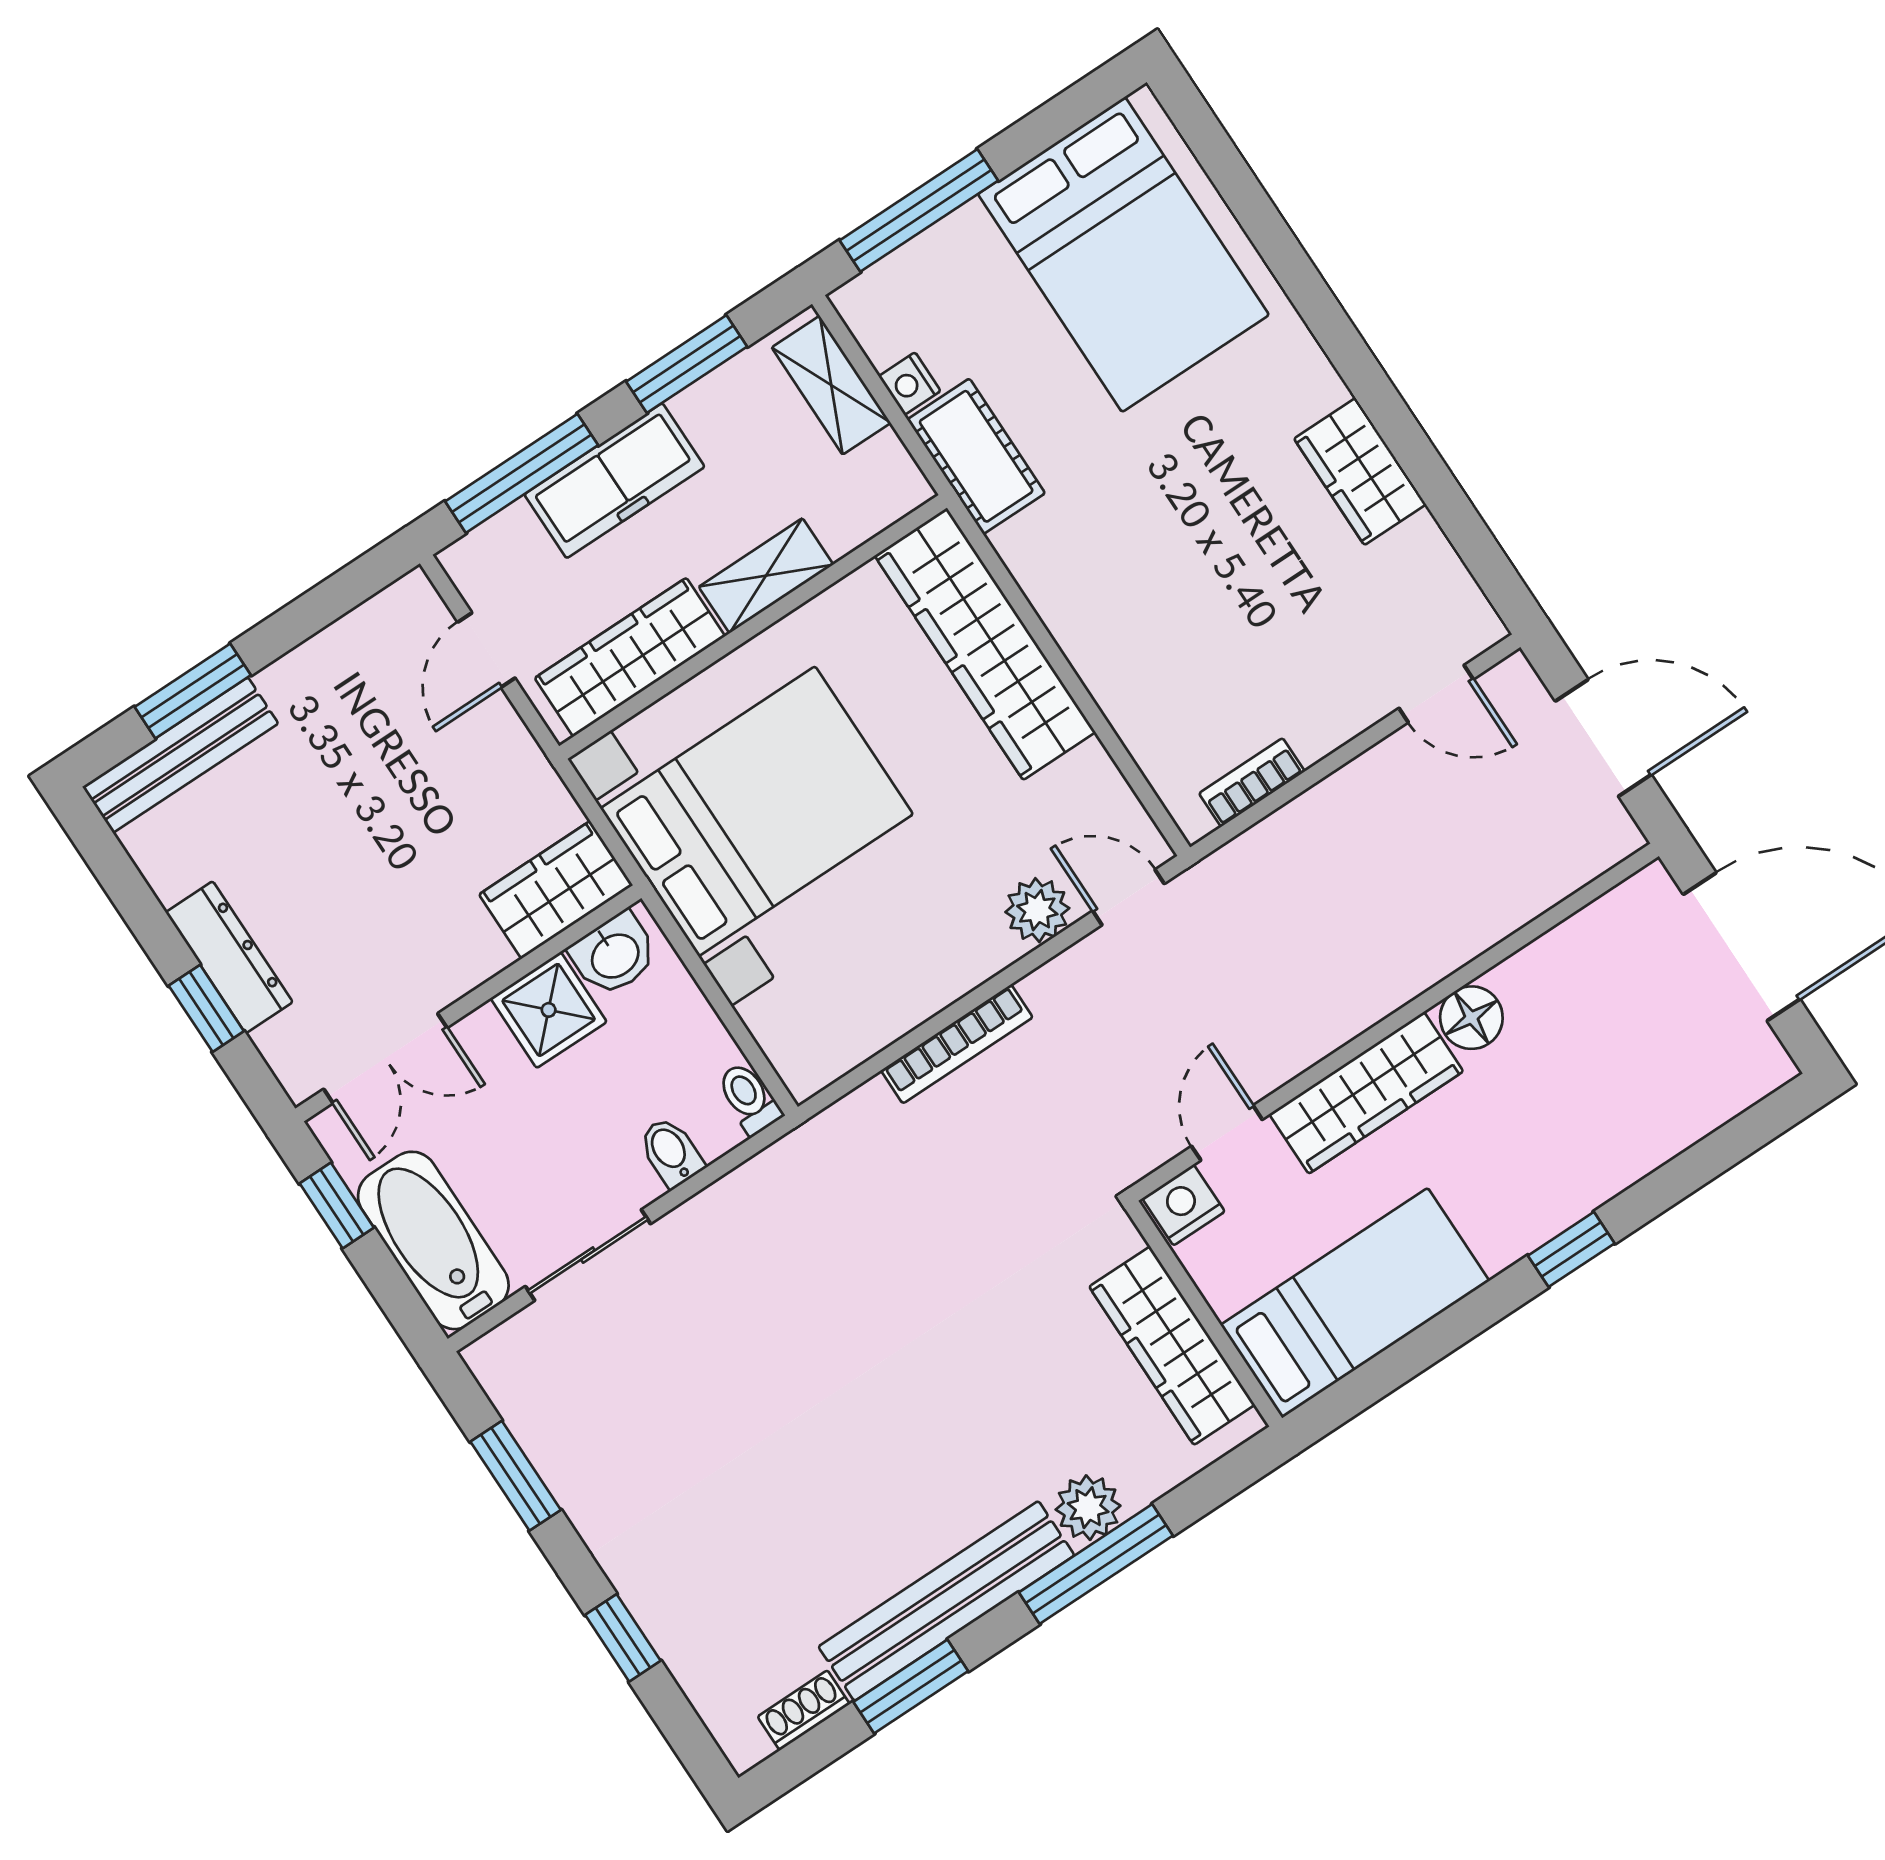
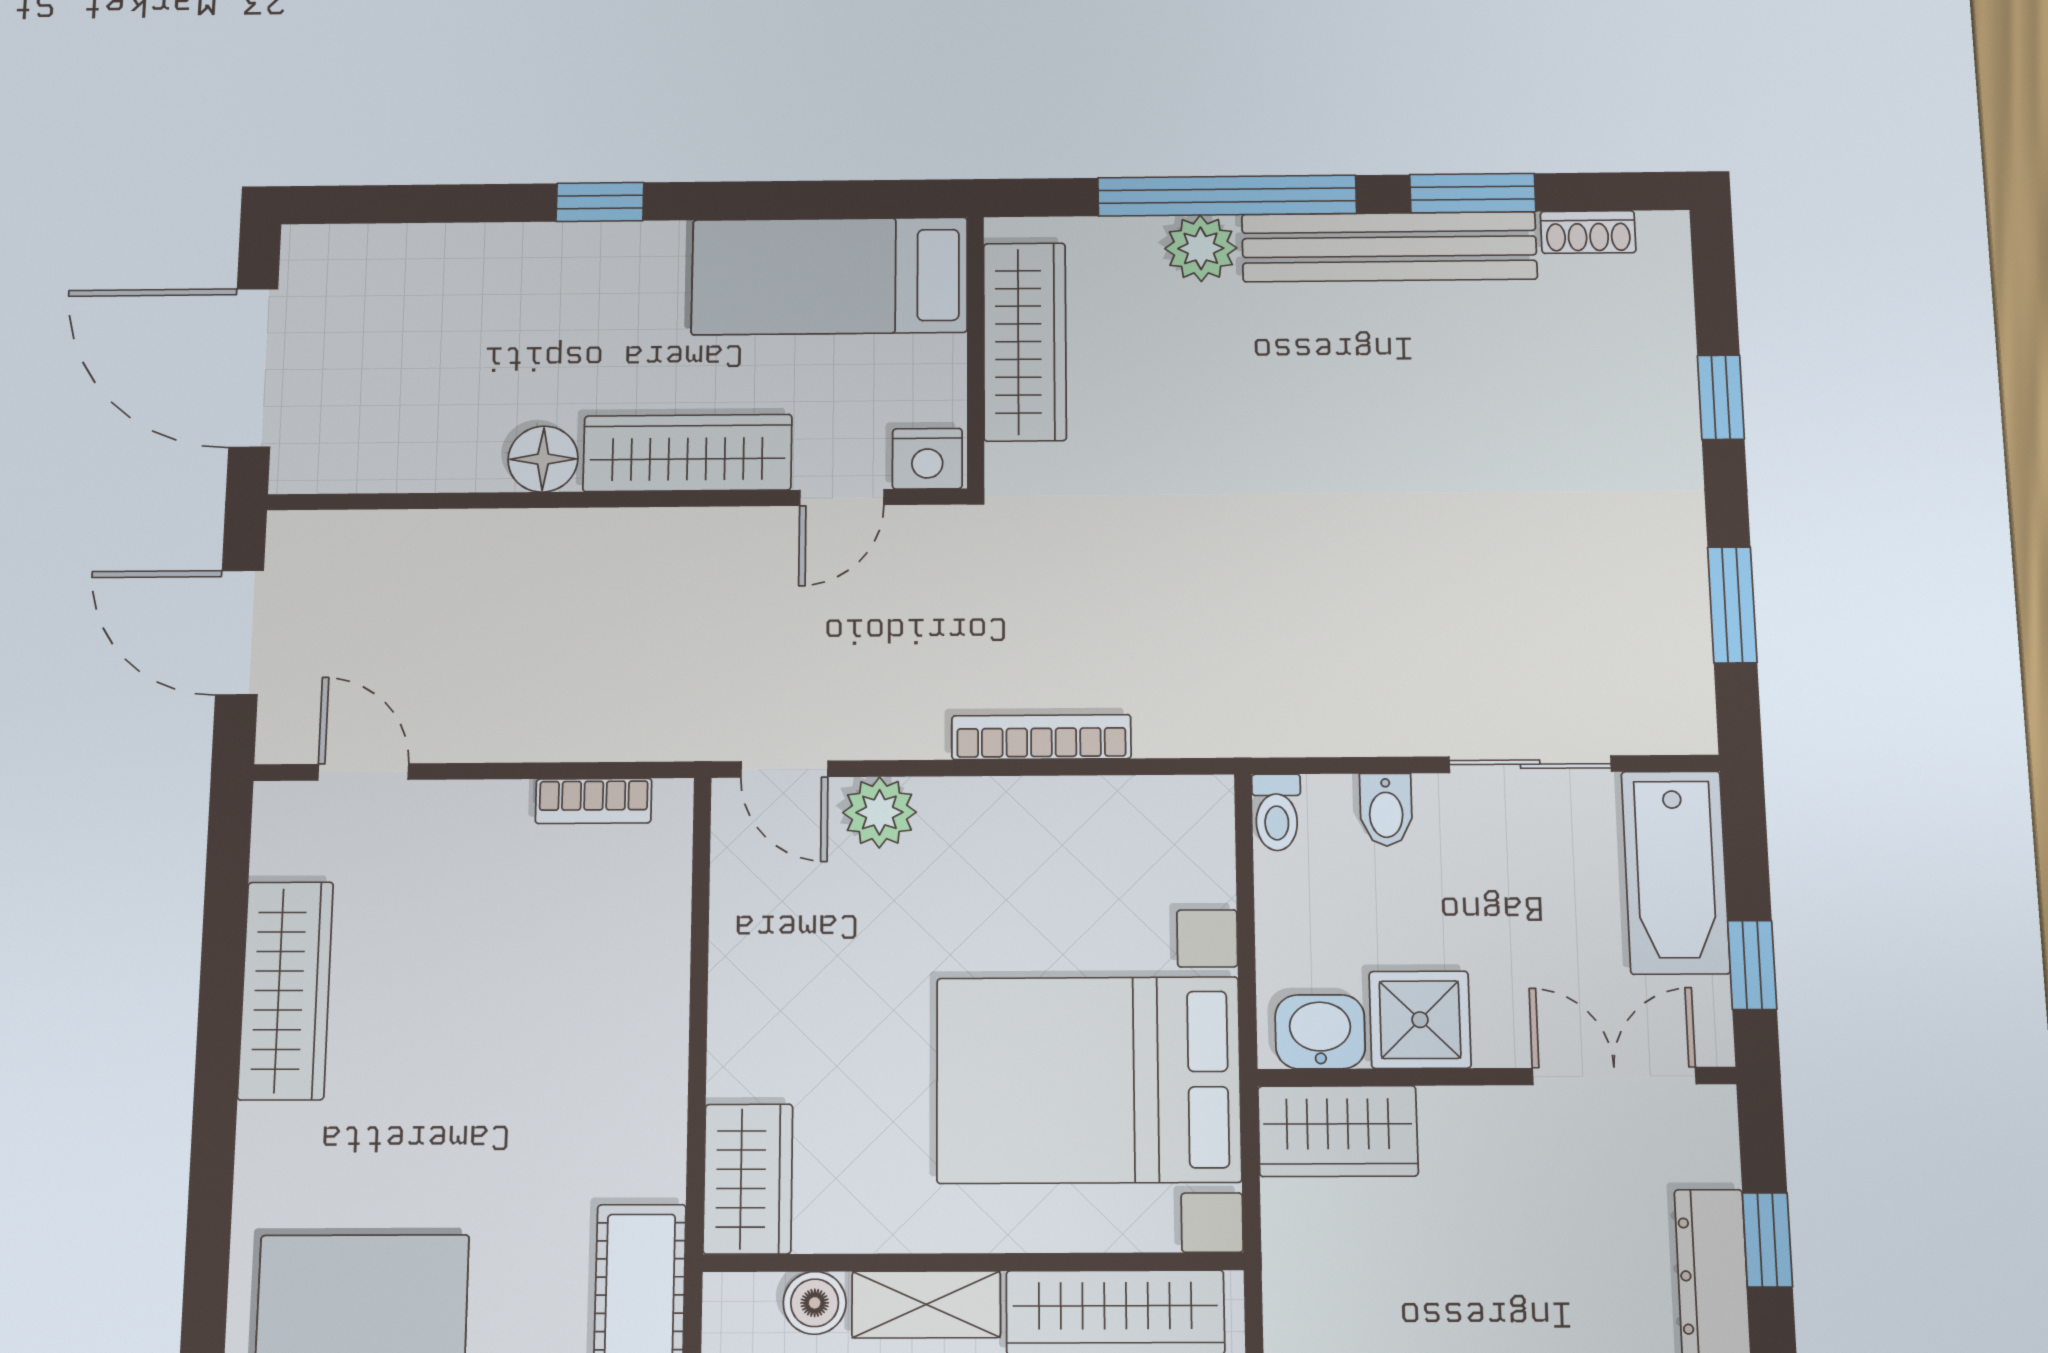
wardrobe: (1360, 472) -> (286, 990), width x1.50
boiler: (845, 525) -> (815, 1303), added
wardrobe: (985, 644) -> (748, 1179), width x0.48, depth x0.85
window: (1096, 1564) -> (1227, 196), width x1.46

